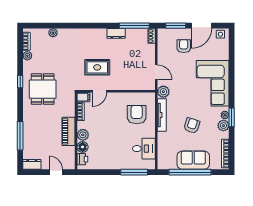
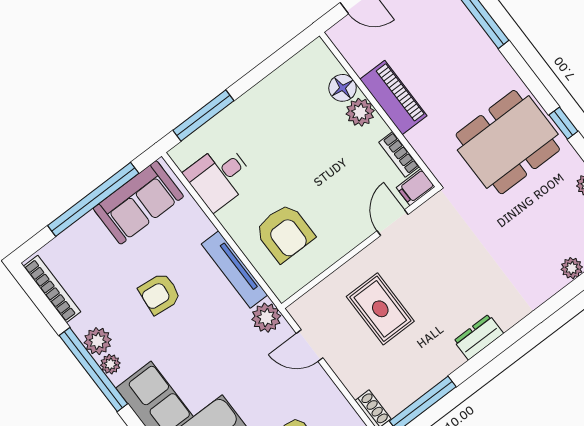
dresser: (116, 33) -> (479, 337), moved
rug: (97, 67) -> (380, 309), moved, turned 90
dining table: (43, 89) -> (508, 142), width x1.38
window: (232, 117) -> (93, 370), width x2.11
armchair: (192, 126) -> (160, 294), turned 78
printer: (82, 159) -> (325, 64), removed
sofa: (193, 160) -> (138, 202), moved

